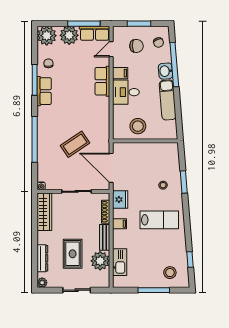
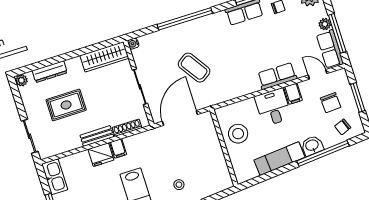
plant: (69, 35) -> (325, 24), width x0.53, depth x0.53
fridge: (120, 200) -> (101, 155), moved
plant: (100, 261) -> (68, 140), removed
kitchen sink: (120, 262) -> (55, 177), moved, turned -90
sliding door: (77, 290) -> (30, 136), moved

